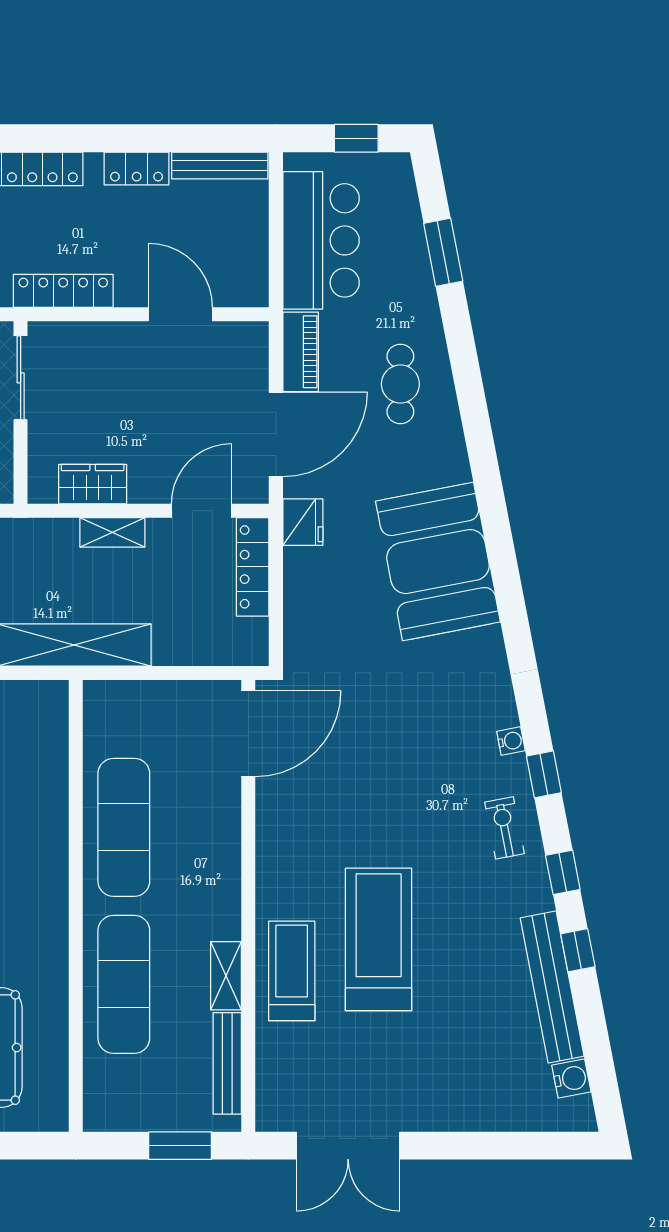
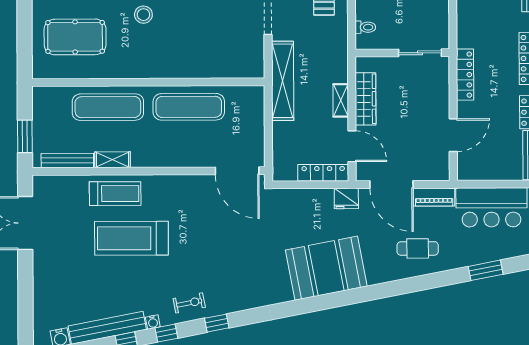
wardrobe: (93, 484) -> (366, 99), width x1.50
water cooler: (511, 741) -> (153, 322), moved
treadmill: (379, 939) -> (131, 238), turned 180

